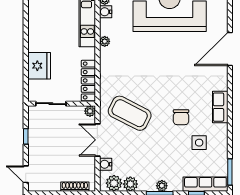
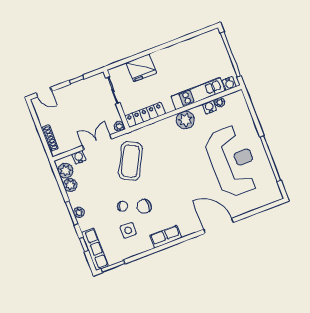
plant: (105, 41) -> (185, 120), width x1.88, depth x1.88
chair: (172, 139) -> (122, 206), added
door: (26, 174) -> (44, 92), swing flipped

